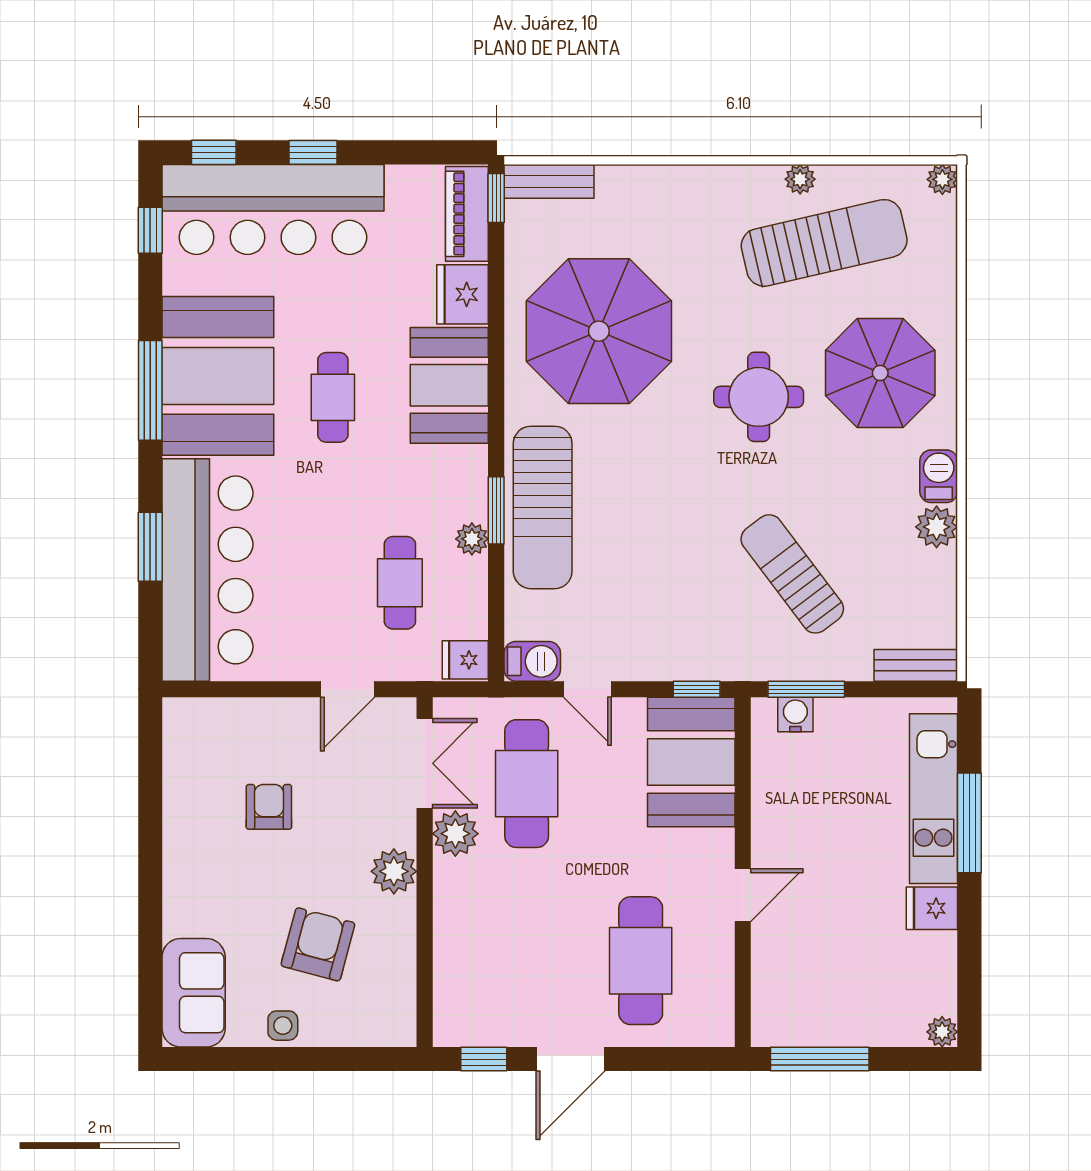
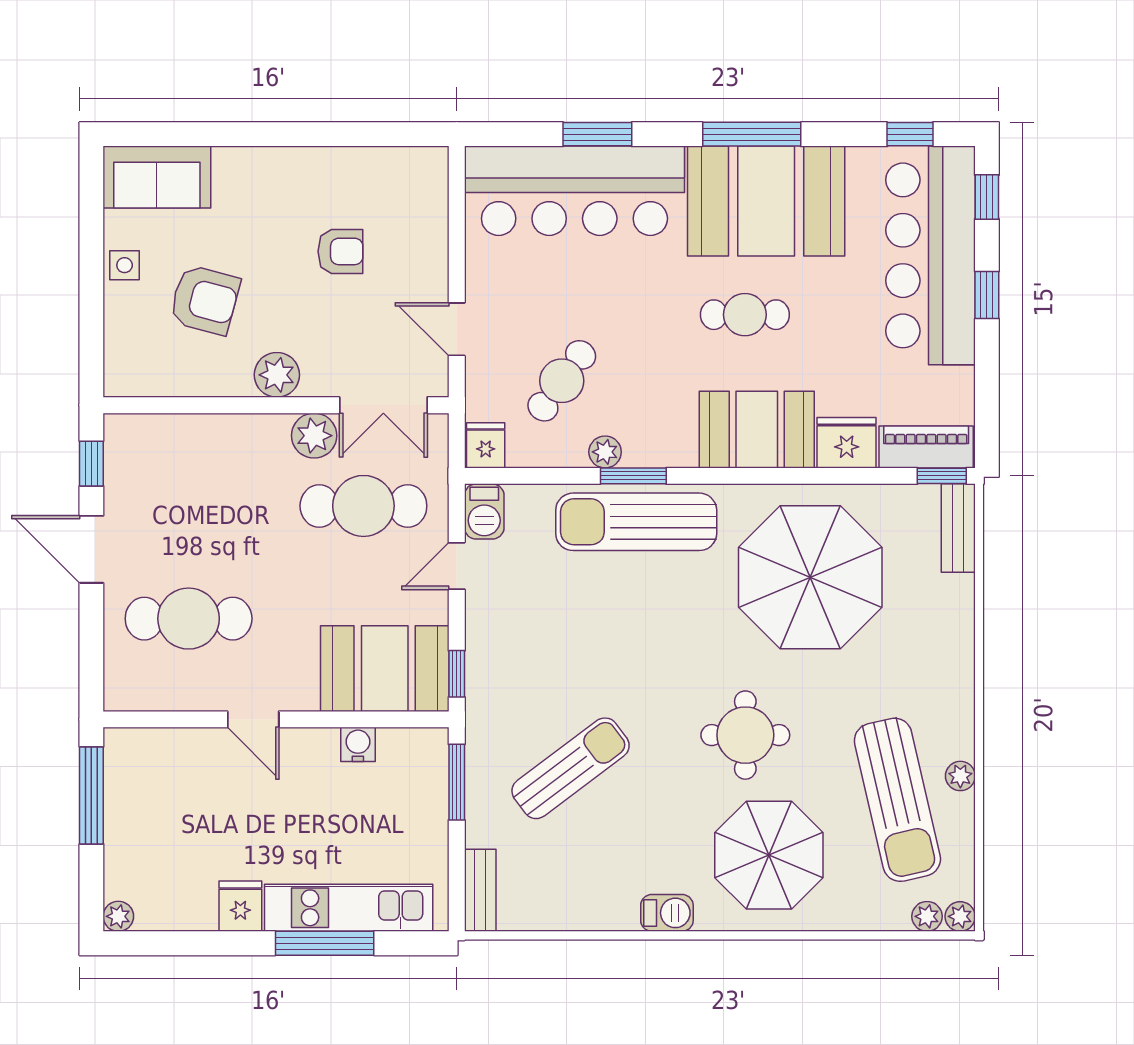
plant: (937, 527) -> (927, 916), moved, width x0.73, depth x0.73
cafe table: (400, 583) -> (562, 381), turned -54
water cooler: (795, 715) -> (358, 744), moved, turned -90

